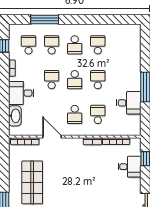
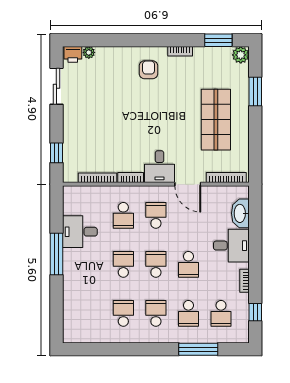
school desk: (98, 45) -> (123, 313), turned 180
school desk: (98, 80) -> (123, 264), turned 180
desk: (129, 167) -> (160, 167), moved, turned -90

